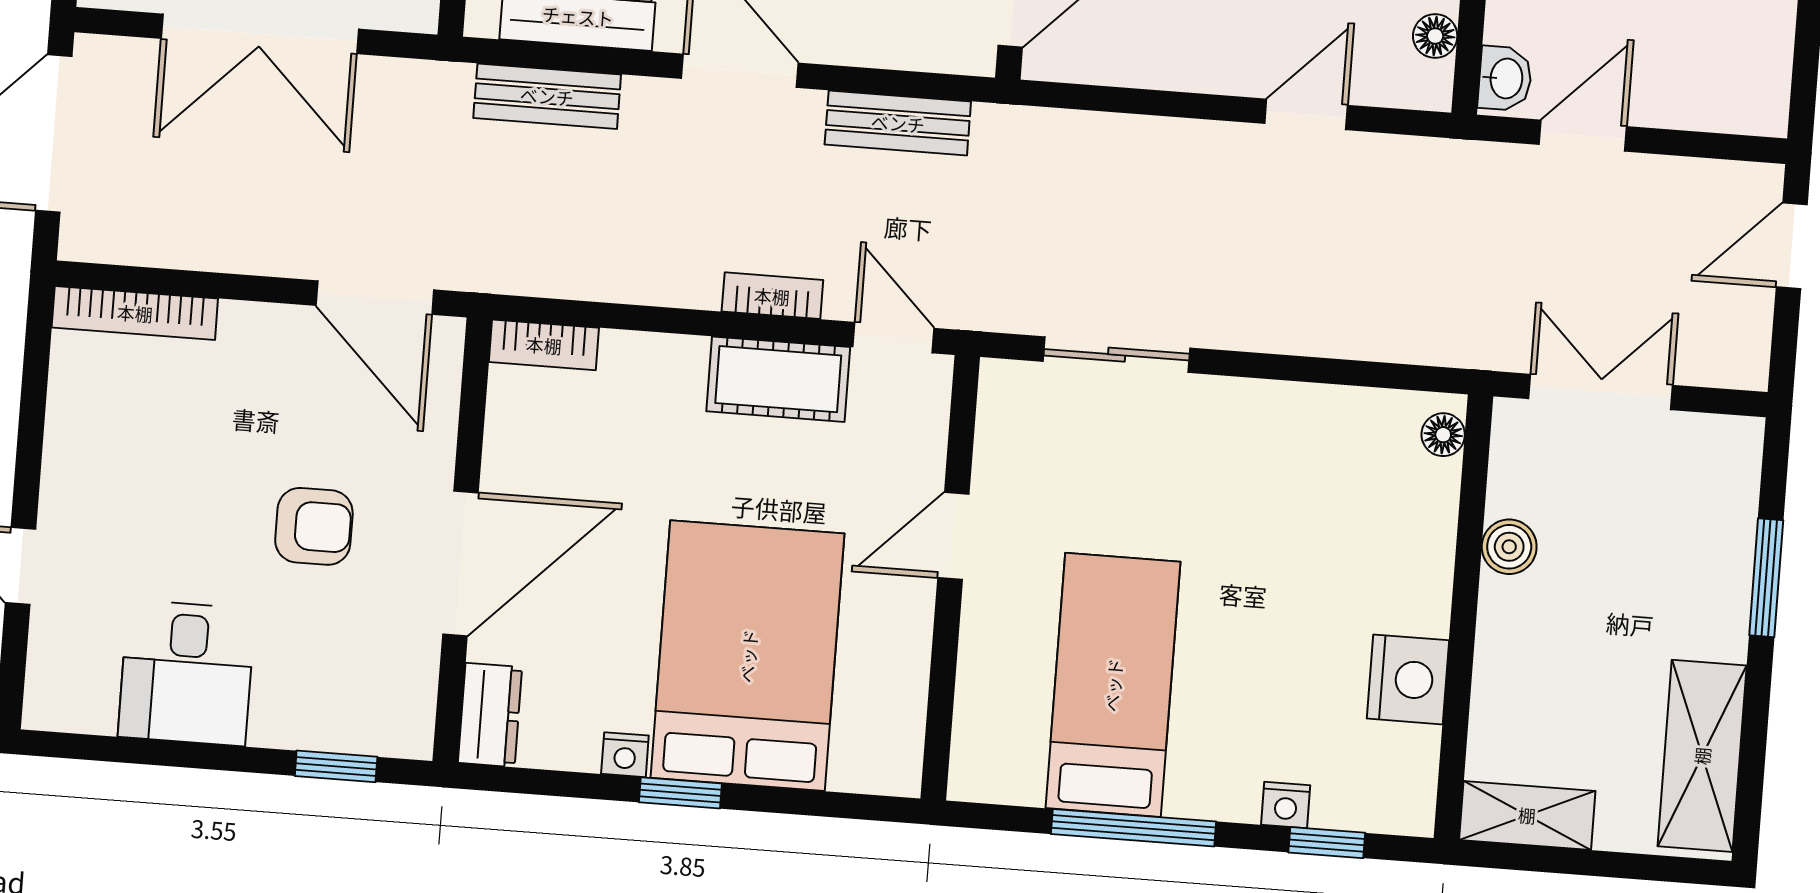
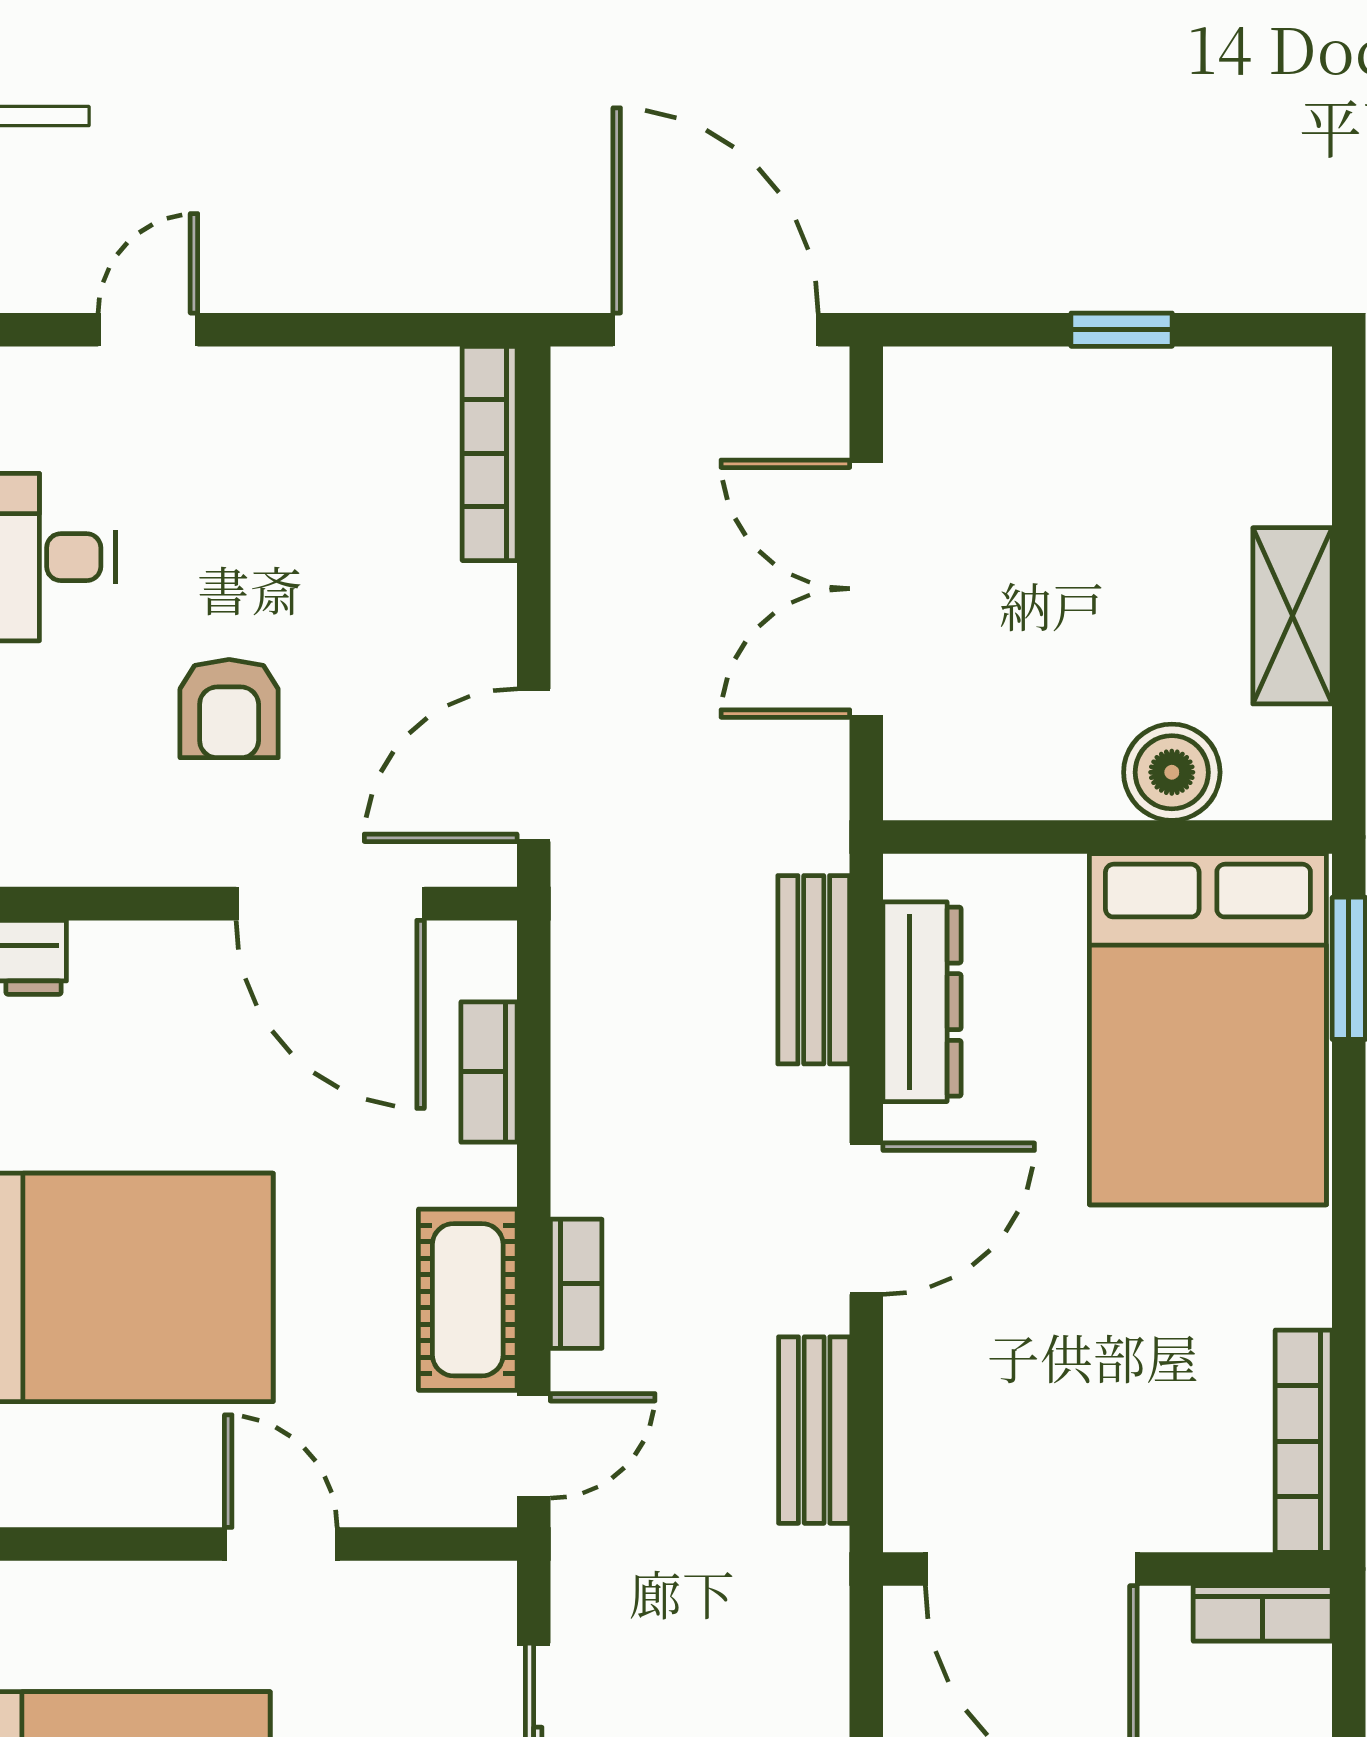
bookcase: (544, 345) -> (489, 1072), moved
door: (461, 563) -> (330, 904), moved

